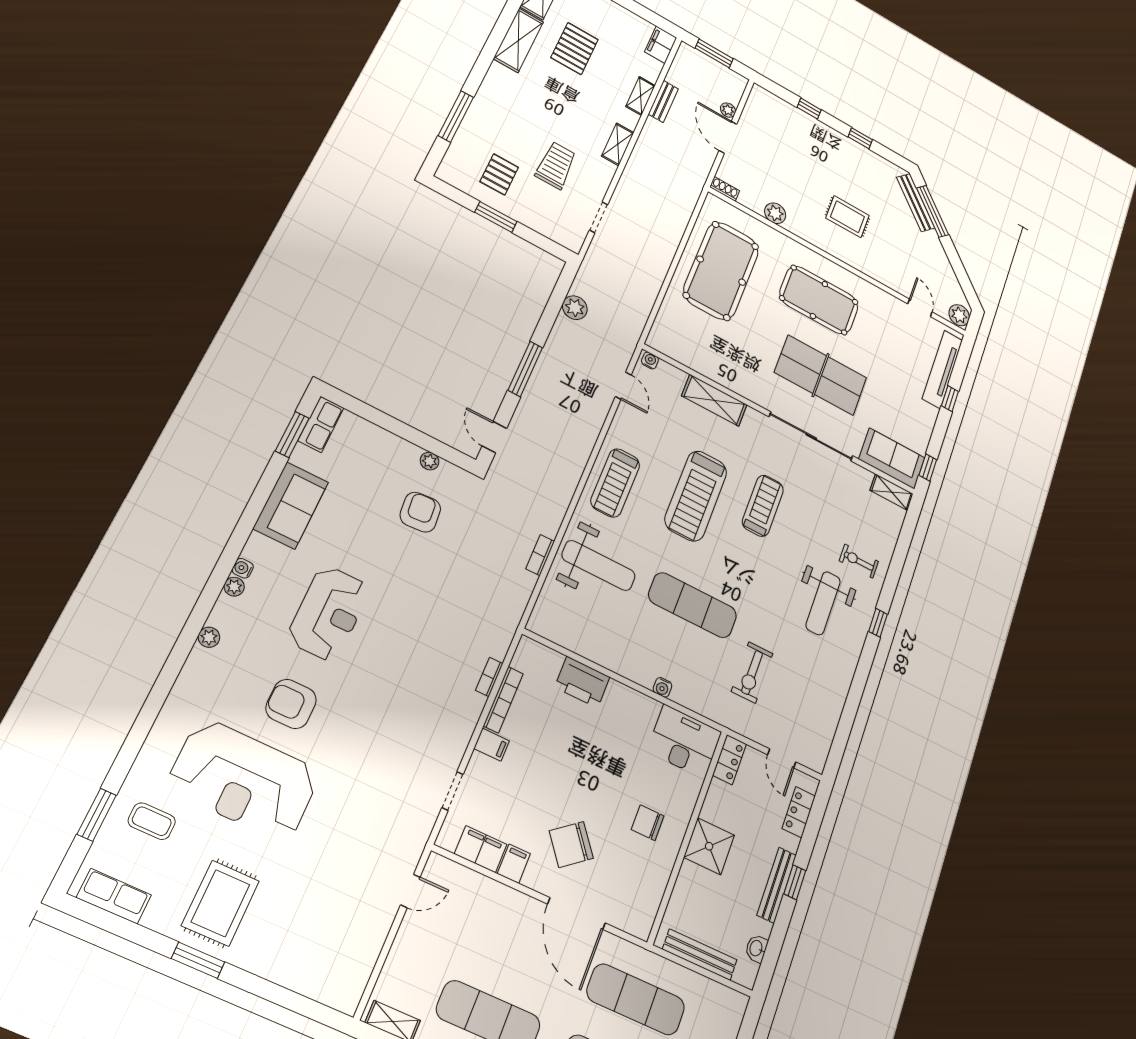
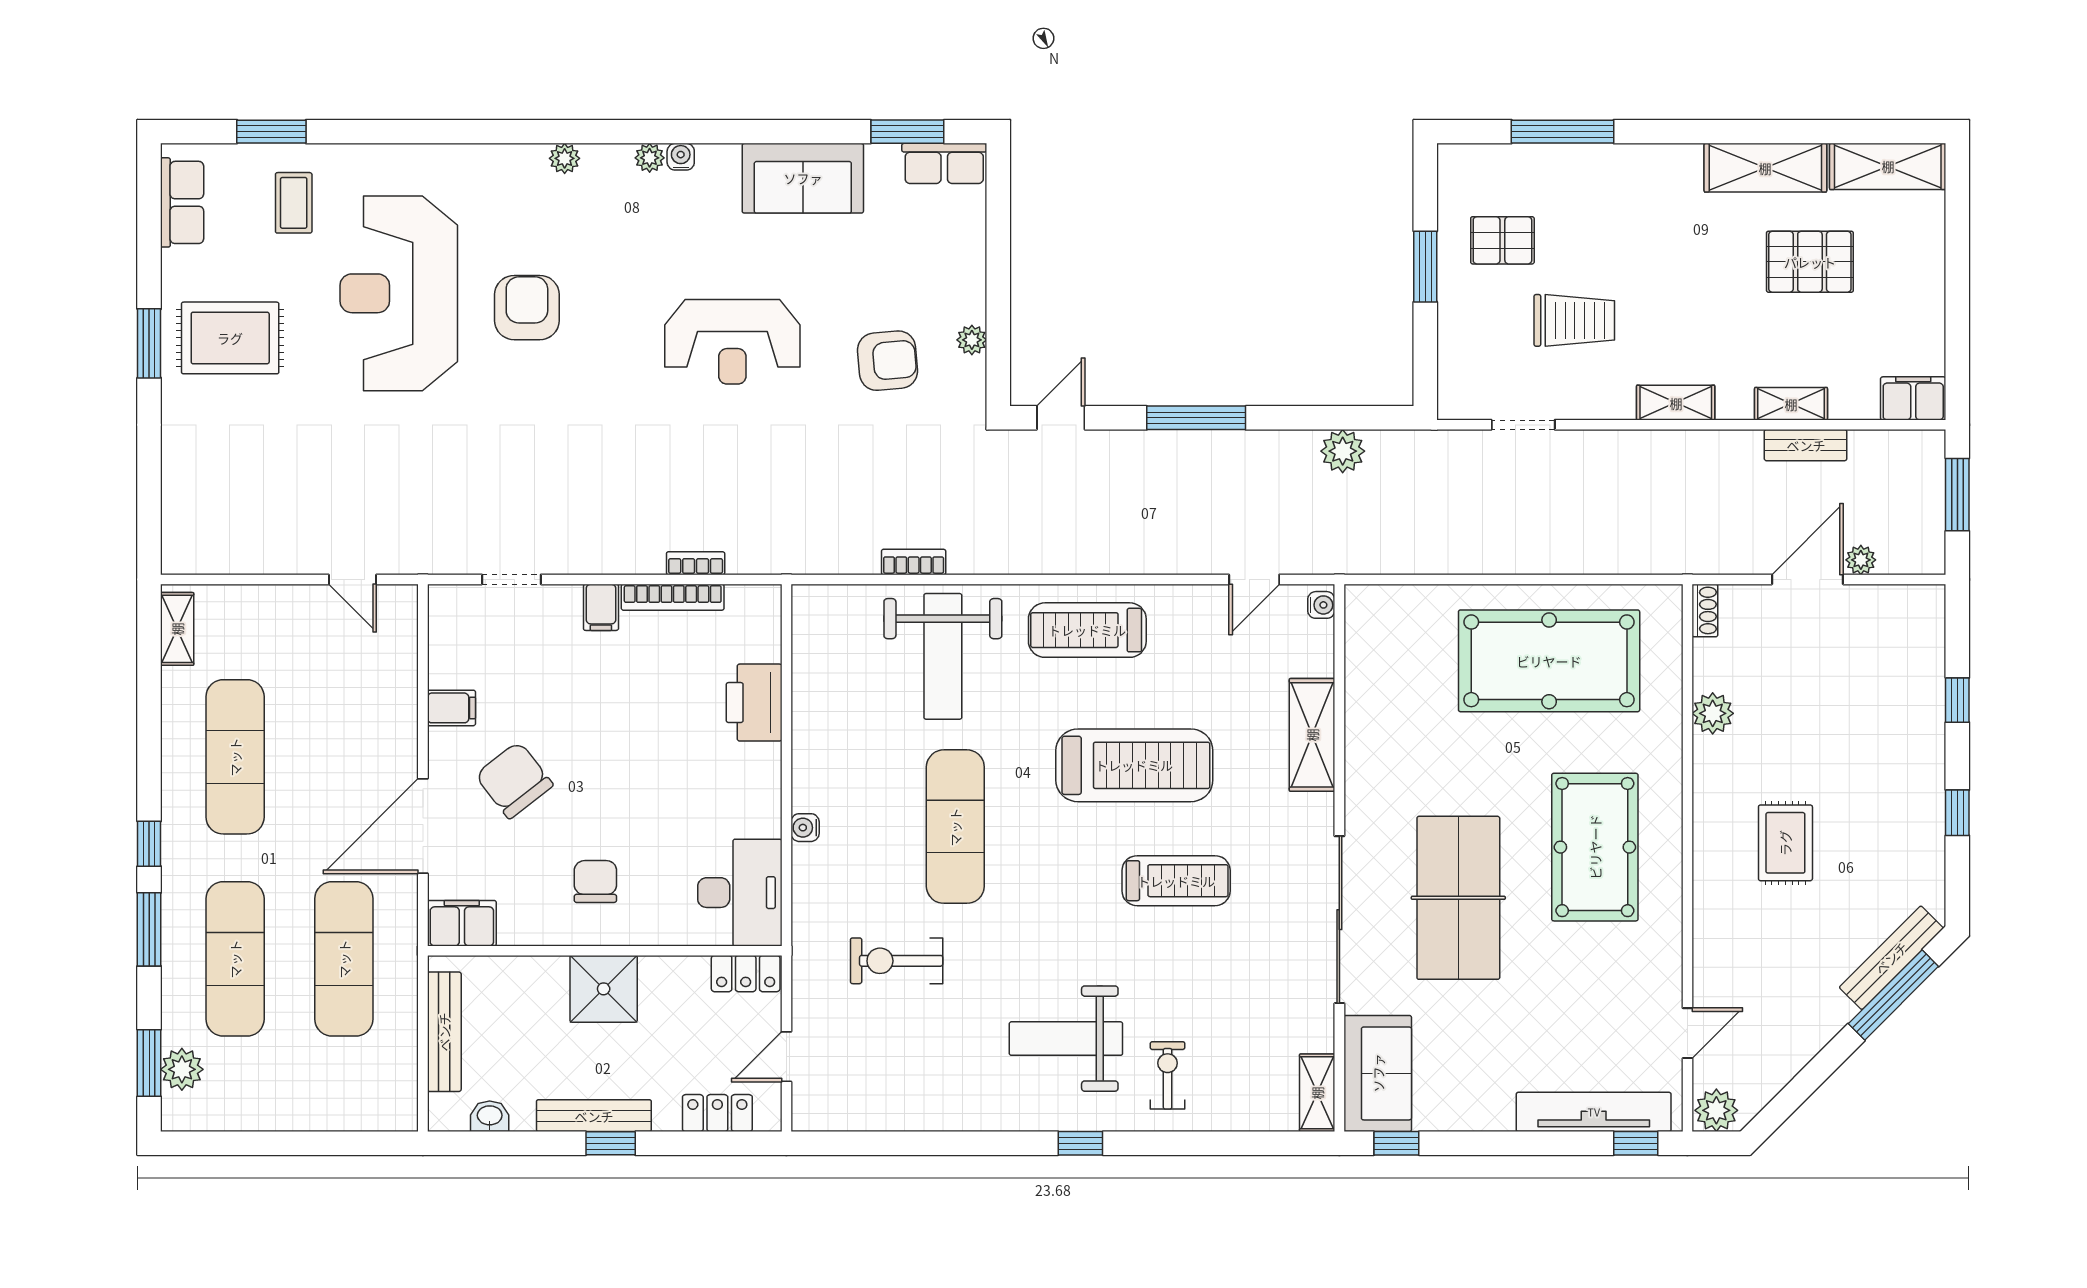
window: (950, 399) -> (1636, 1143), moved
treadmill: (696, 496) -> (1134, 765), turned 180
reception desk: (329, 613) -> (732, 342), moved
filing cabinet: (481, 849) -> (462, 923), moved, turned -90

